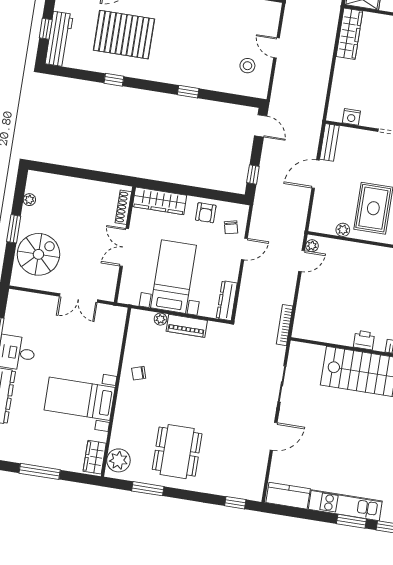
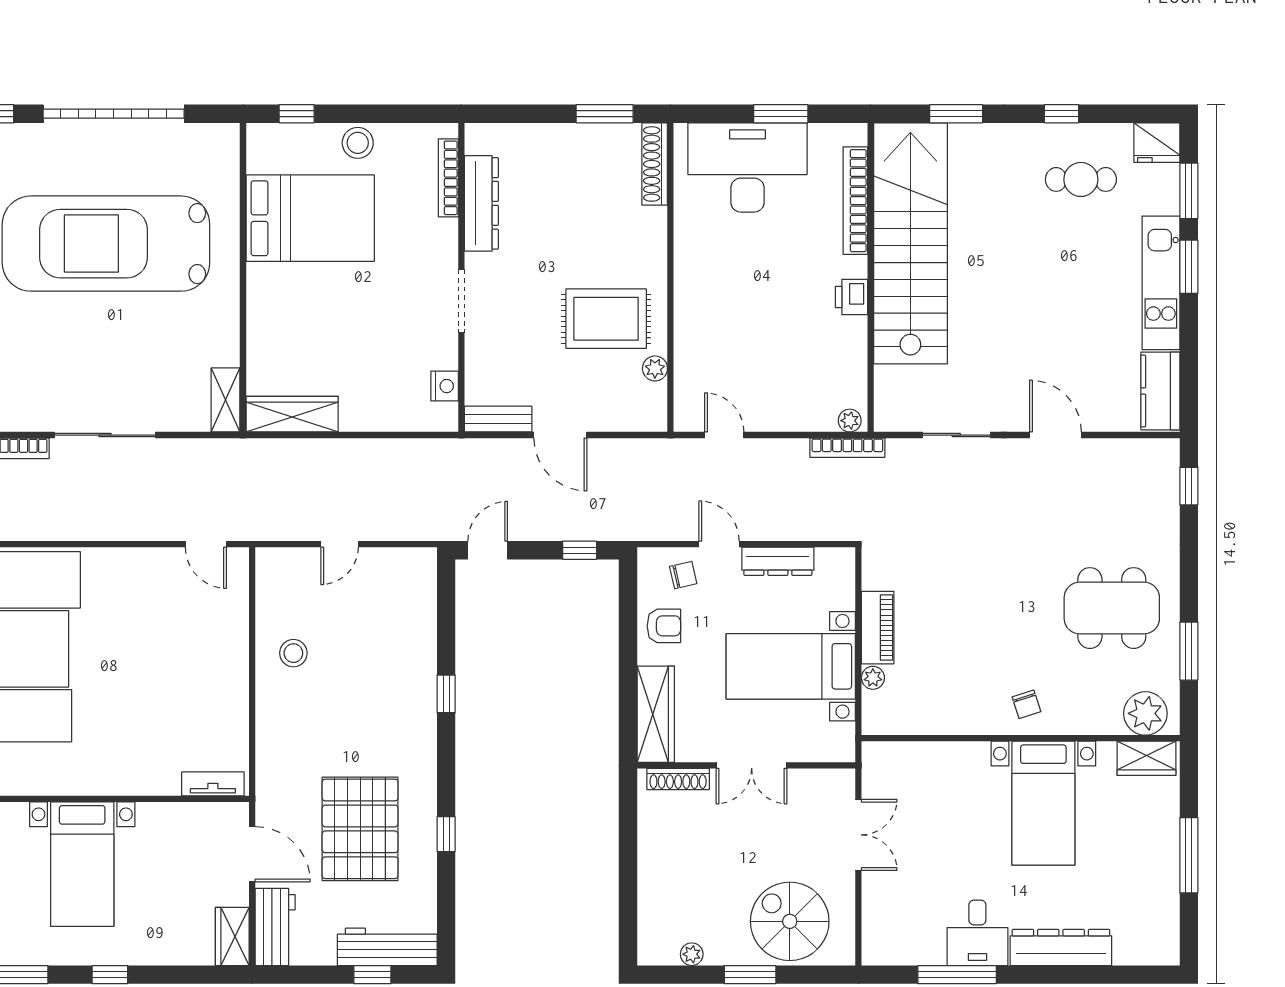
stool: (247, 66) -> (293, 653), moved
plant: (312, 246) -> (850, 421), moved
dresser: (227, 301) -> (778, 561), moved
chair: (139, 373) -> (1026, 704), moved

